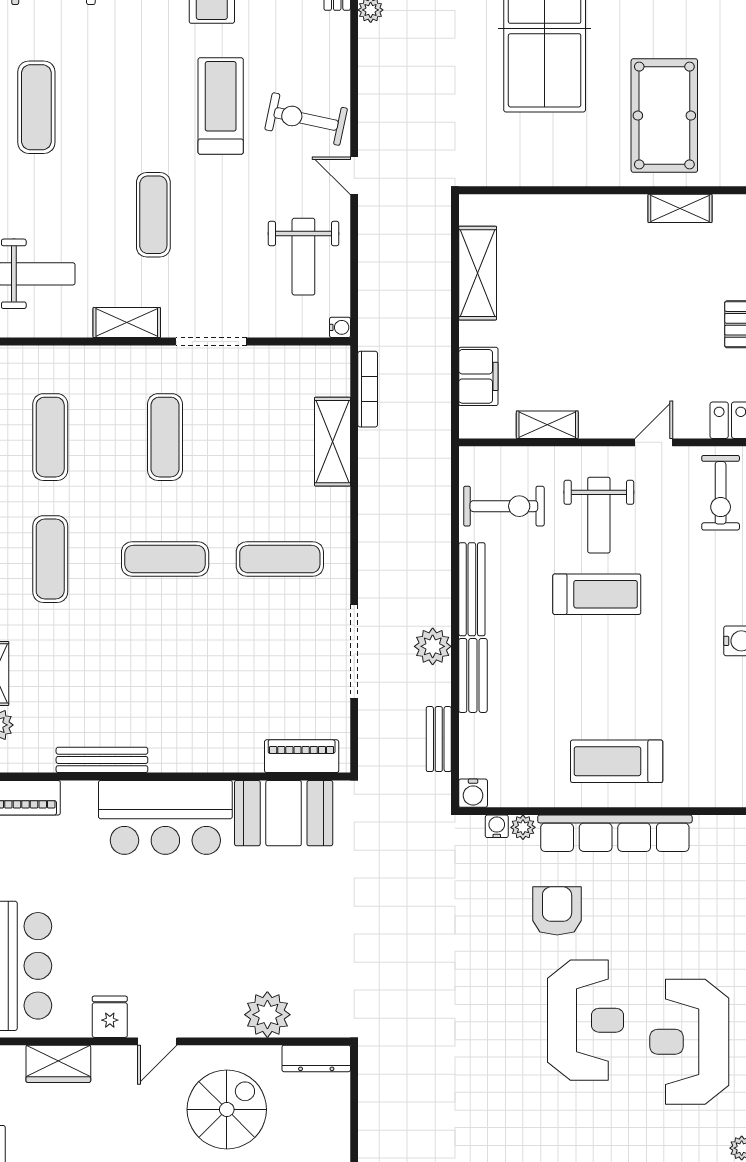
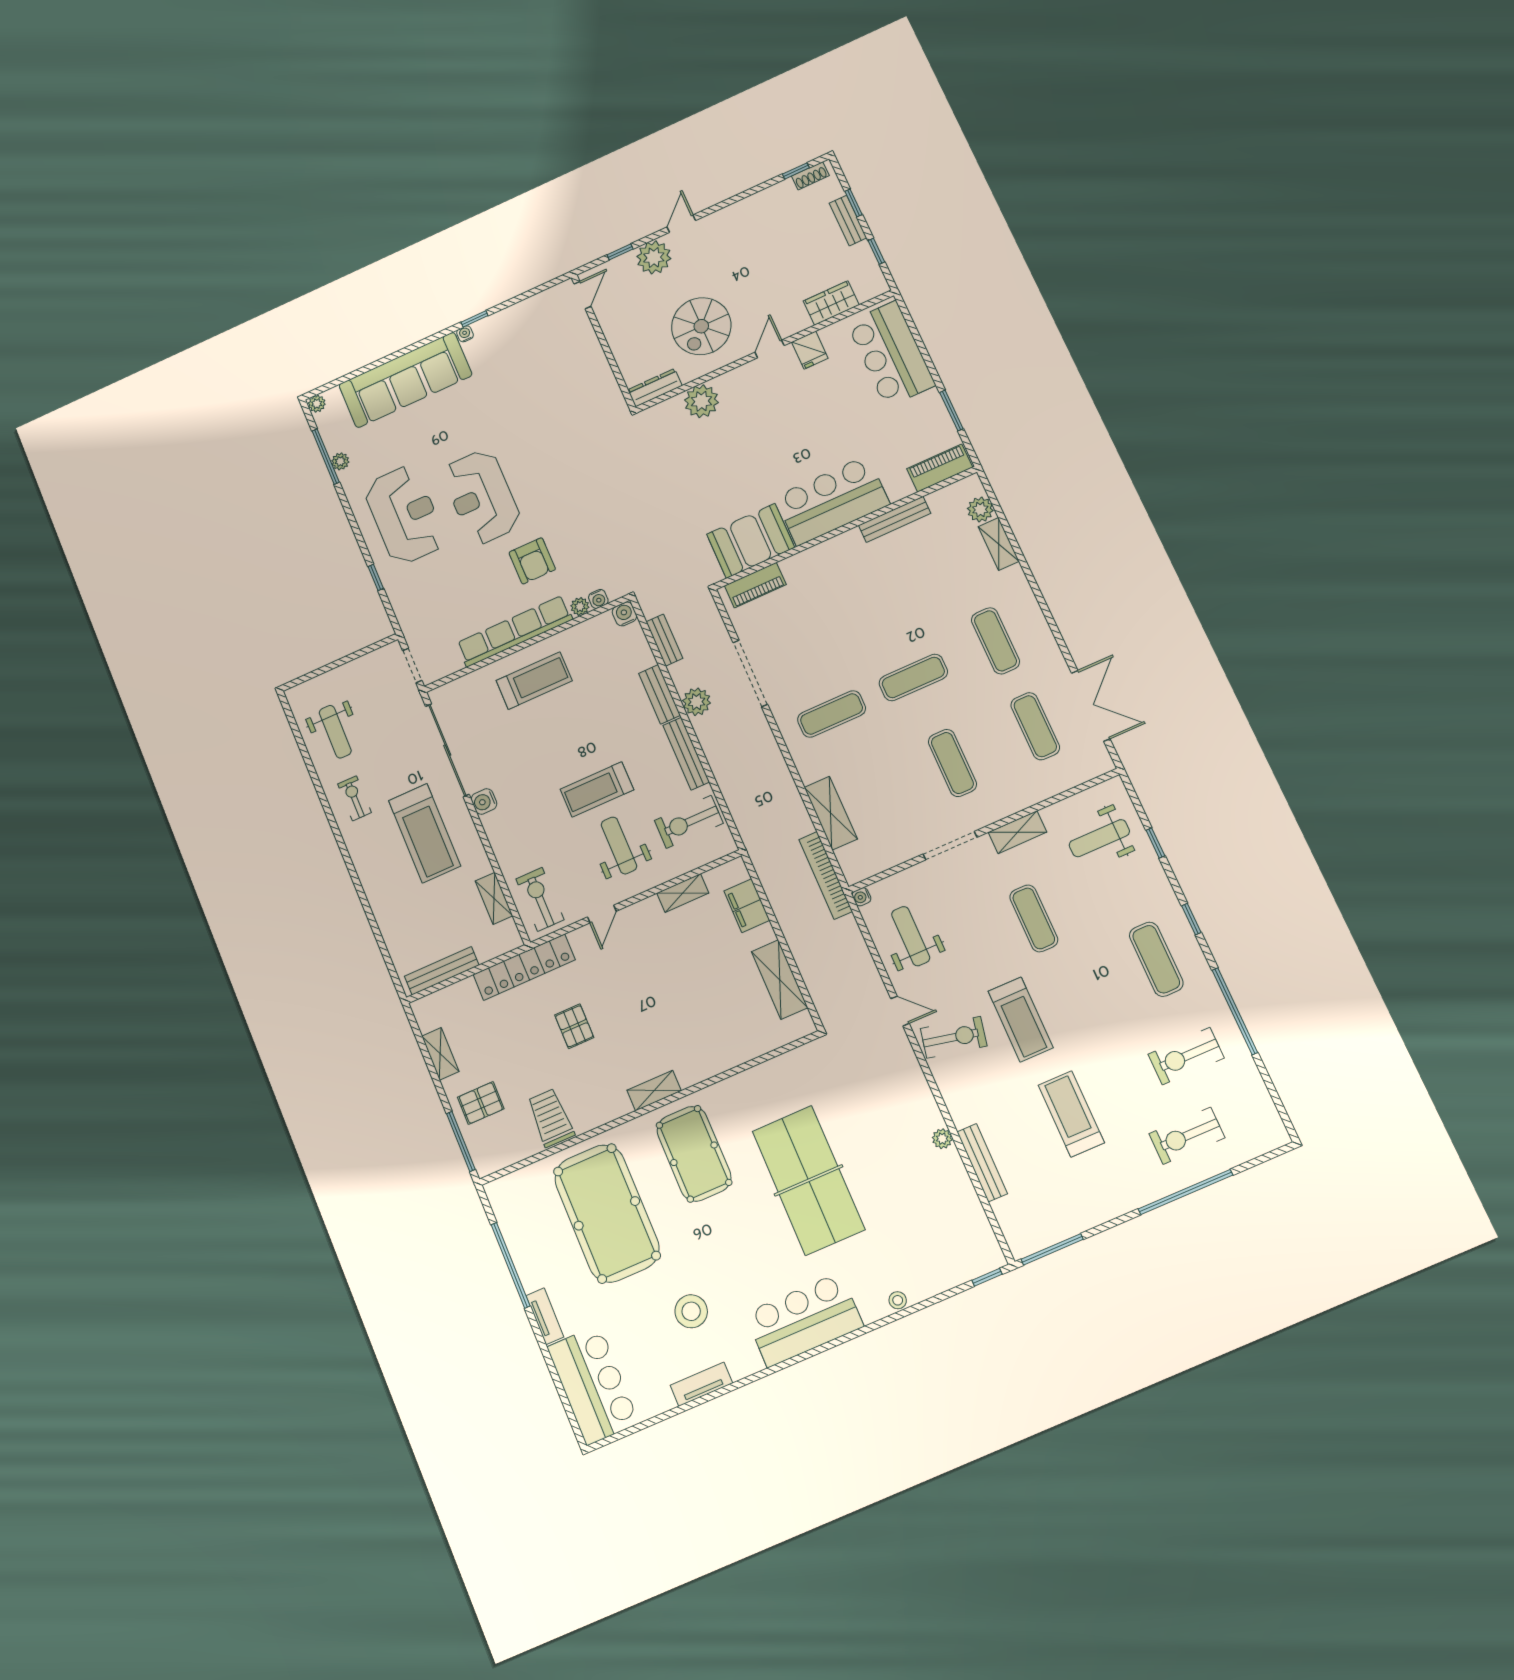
bookcase: (368, 389) -> (826, 875), width x1.48, depth x1.31

